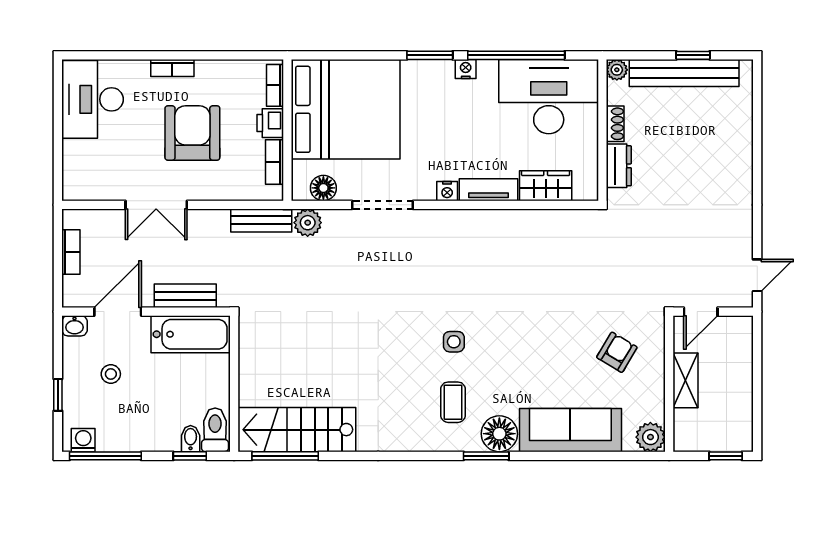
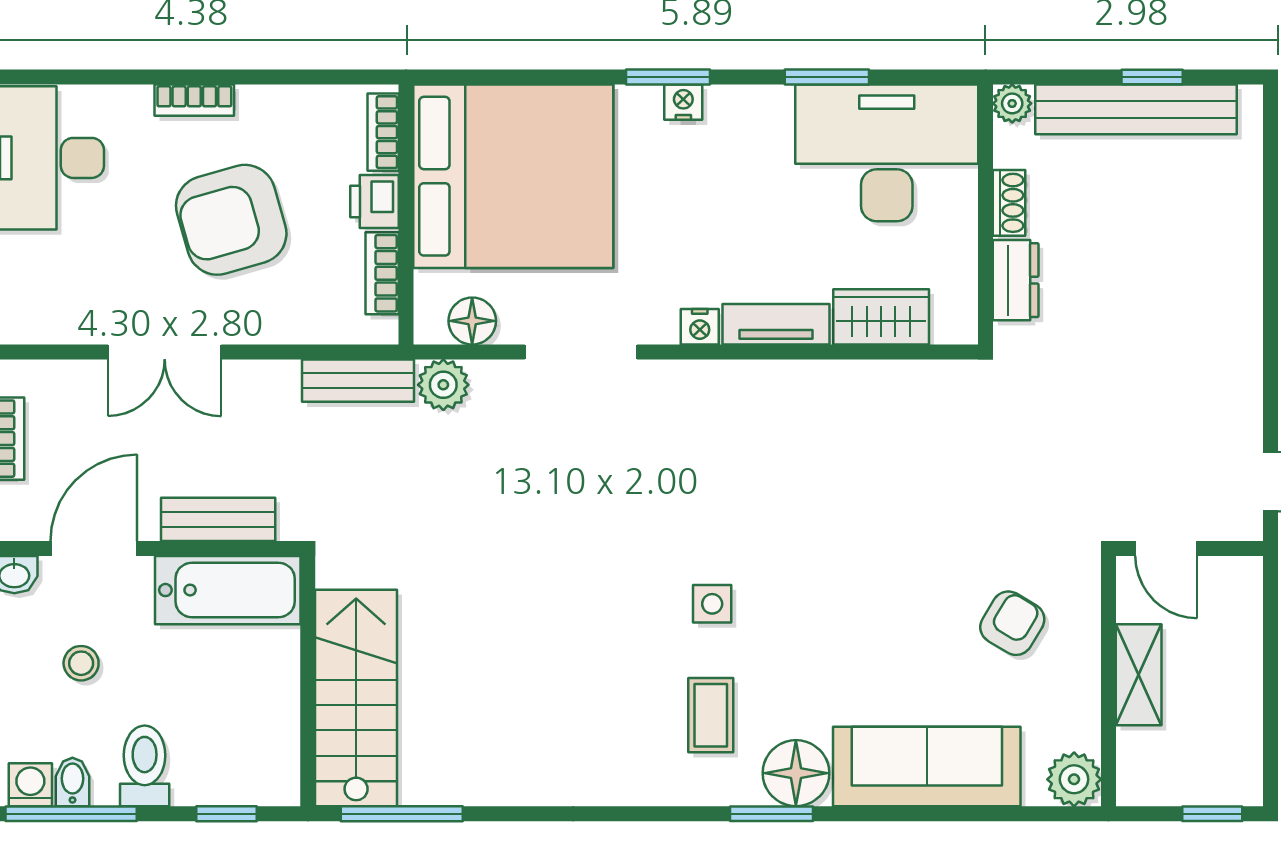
window: (516, 55) -> (827, 77), width x0.47
nightstand: (466, 69) -> (683, 102), moved
armchair: (192, 133) -> (231, 220), turned -106
door: (701, 312) -> (1166, 548), hinge flipped
toilet: (215, 430) -> (145, 766), moved
stairs: (297, 430) -> (356, 698), moved, turned 90
bidet: (191, 439) -> (72, 782), moved

